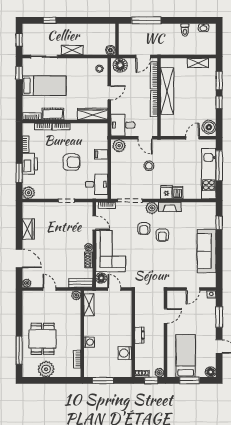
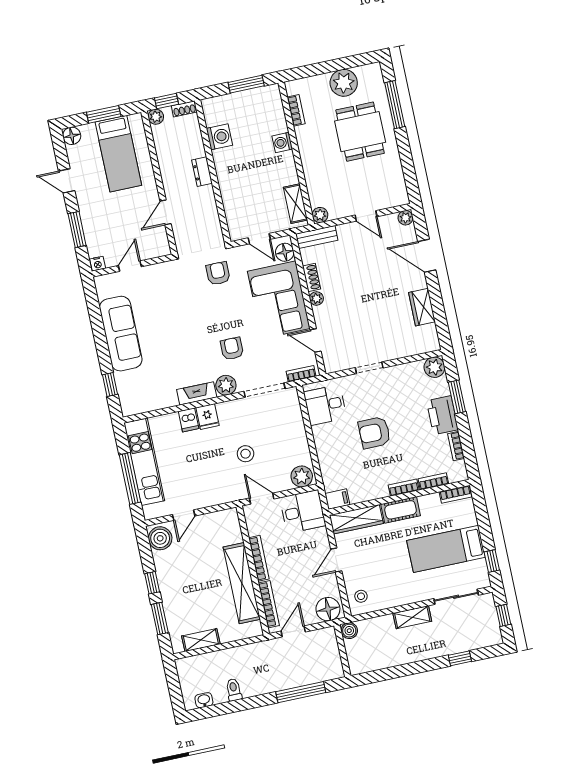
cot: (53, 114) -> (401, 510), moved
filing cabinet: (101, 154) -> (337, 499), moved
armchair: (162, 235) -> (218, 273), moved

